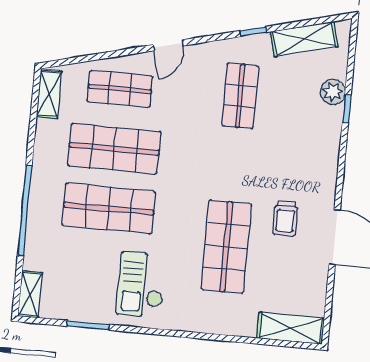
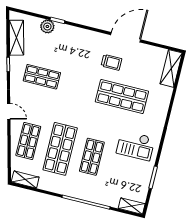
shop shelf: (109, 209) -> (92, 157), width x0.70, depth x0.74

